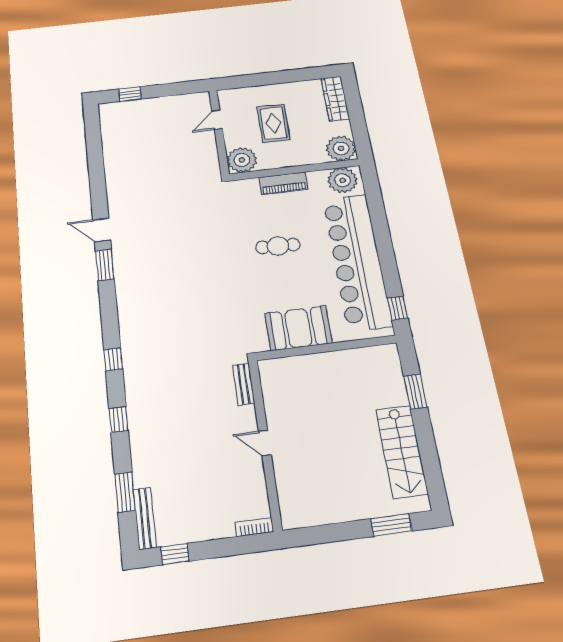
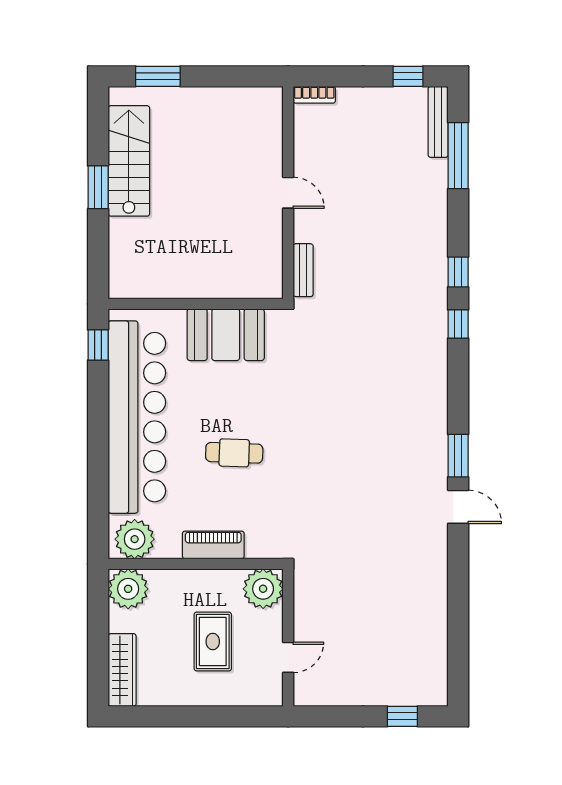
window: (415, 392) -> (98, 187), moved
window: (119, 419) -> (458, 272), moved
window: (125, 492) -> (458, 156), width x1.44

